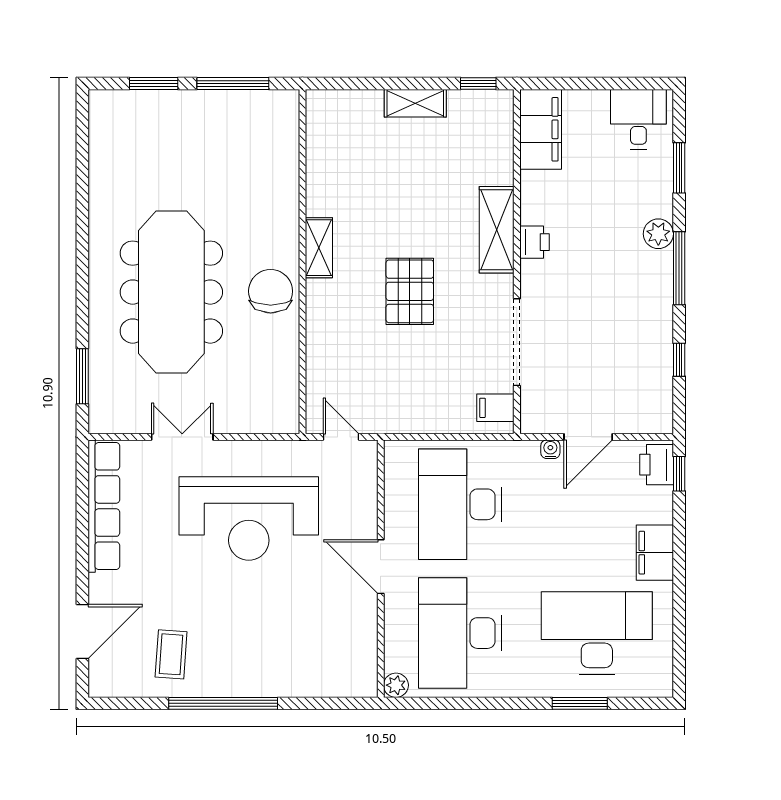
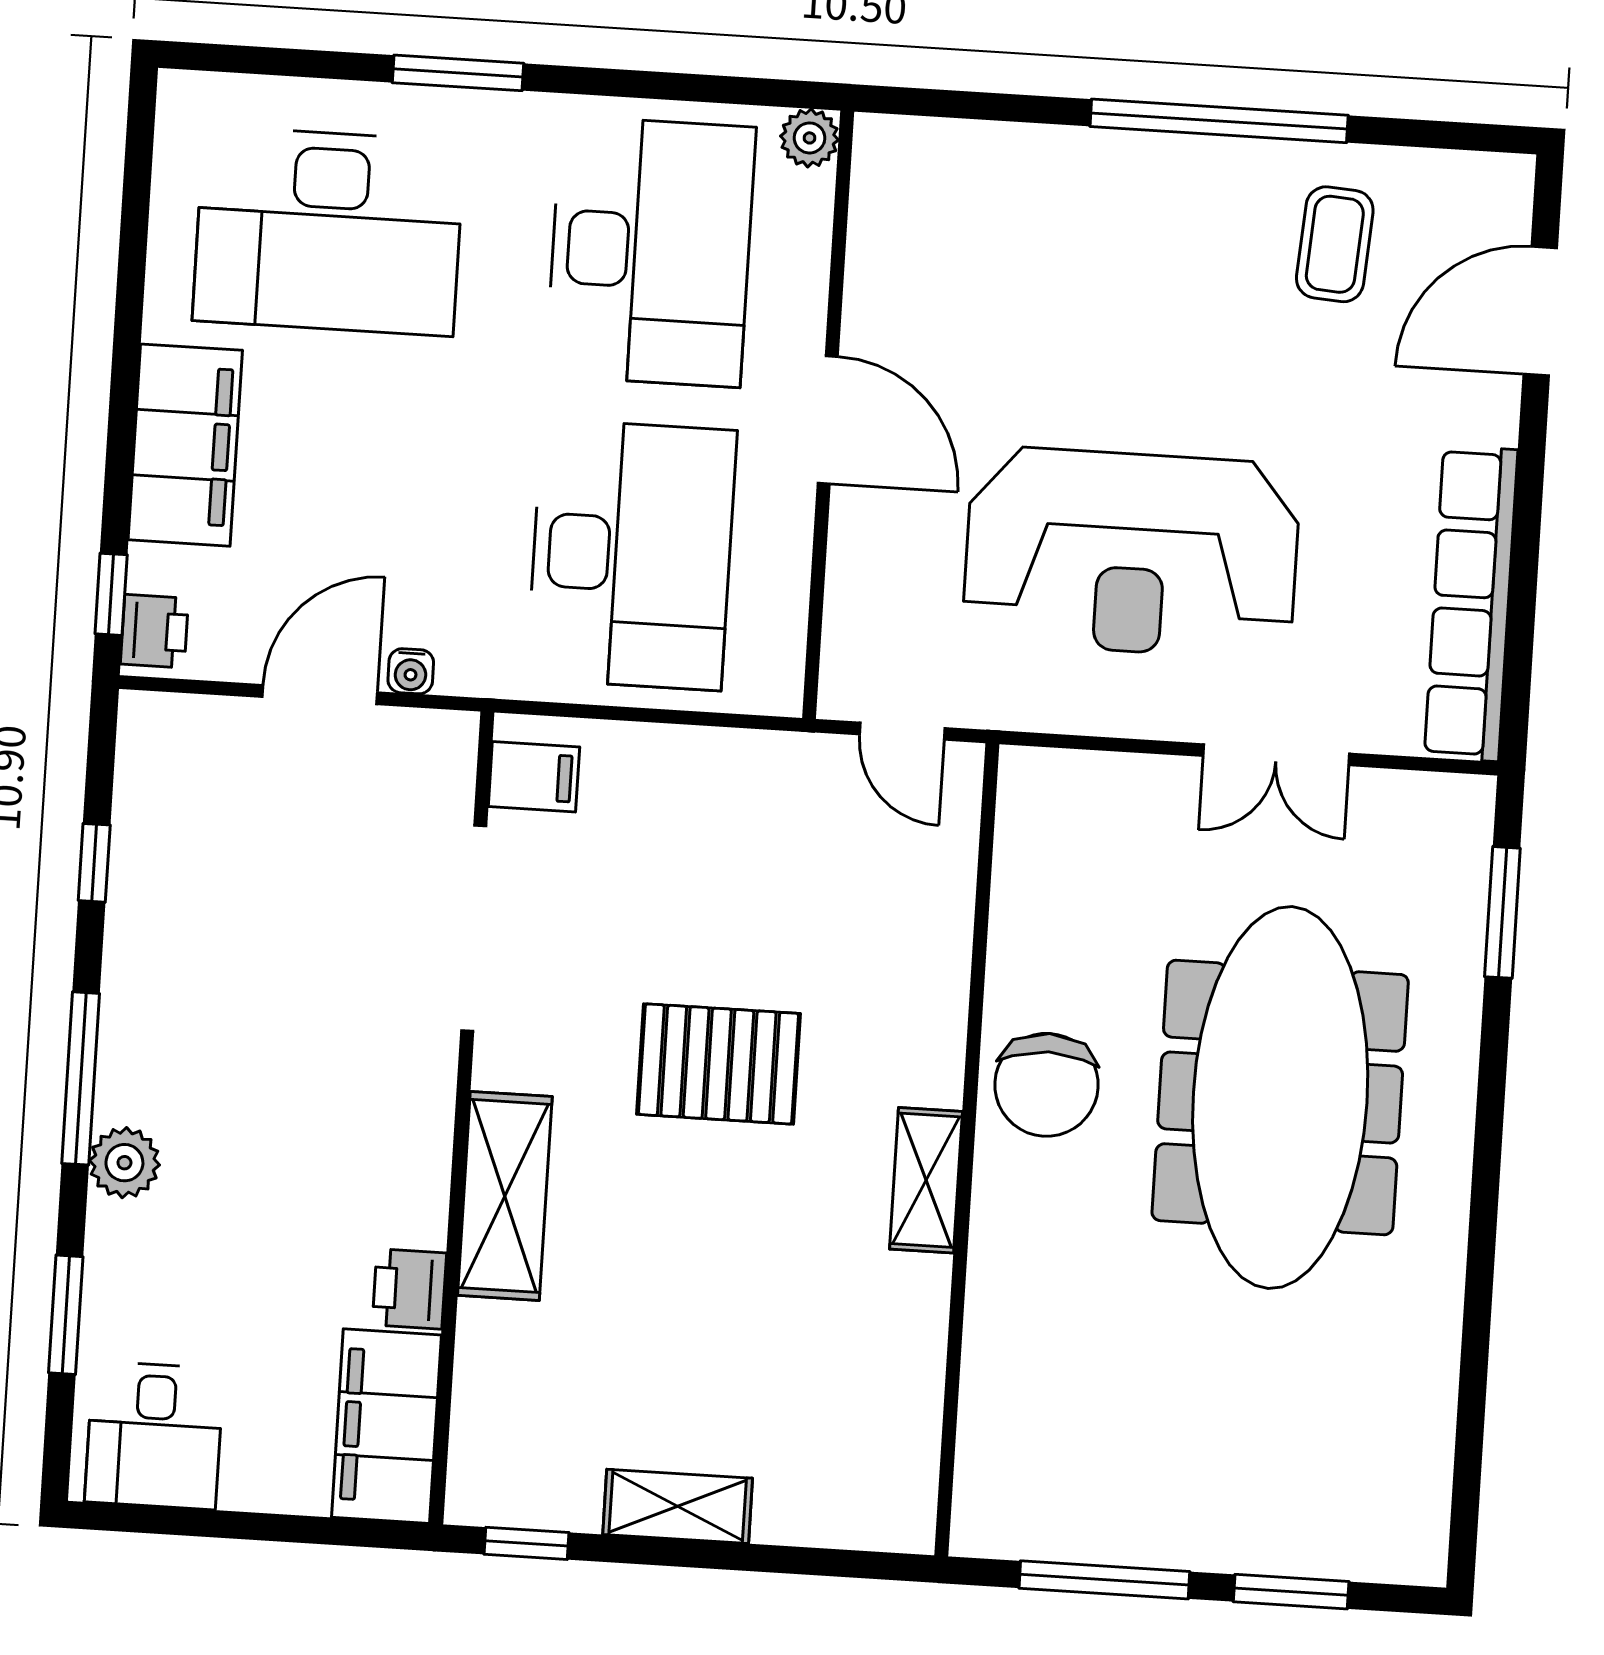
printer: (534, 242) -> (409, 1289), moved
pallet: (410, 291) -> (719, 1064), turned 90
printer: (657, 465) -> (154, 631), width x0.73, depth x0.81
reception desk: (249, 518) -> (1132, 553), turned 180
filing cabinet: (655, 553) -> (185, 445), width x1.50, depth x1.17
window: (580, 703) -> (458, 73), moved

